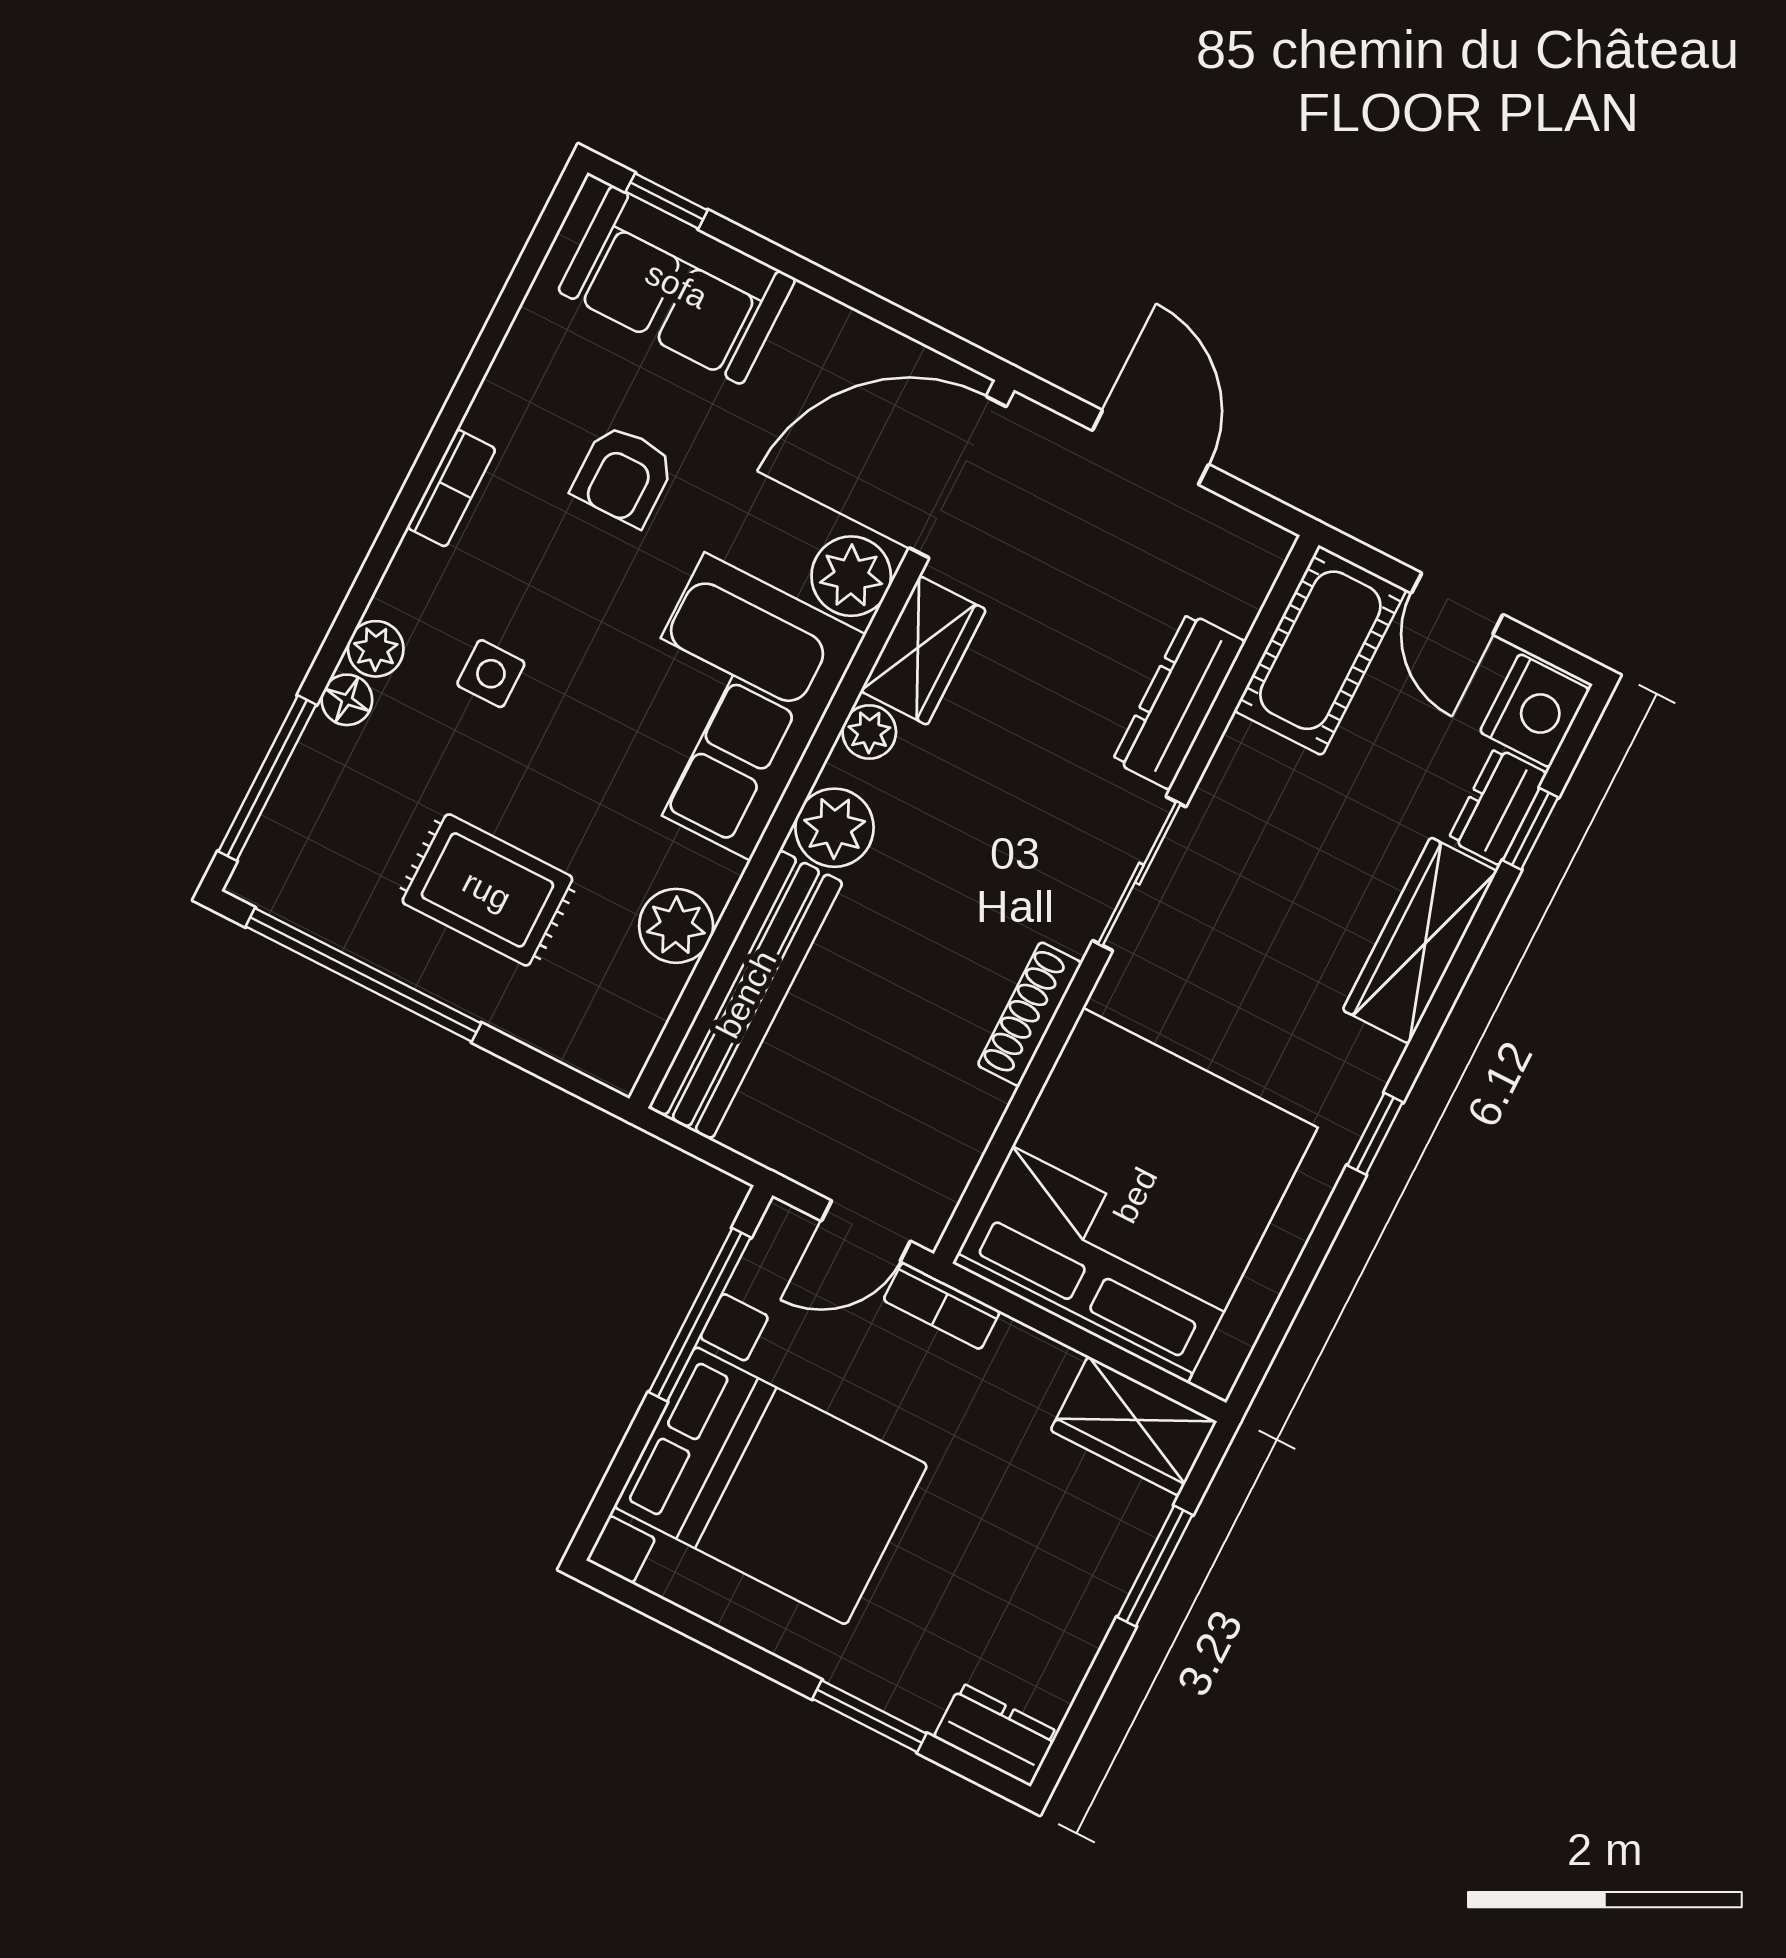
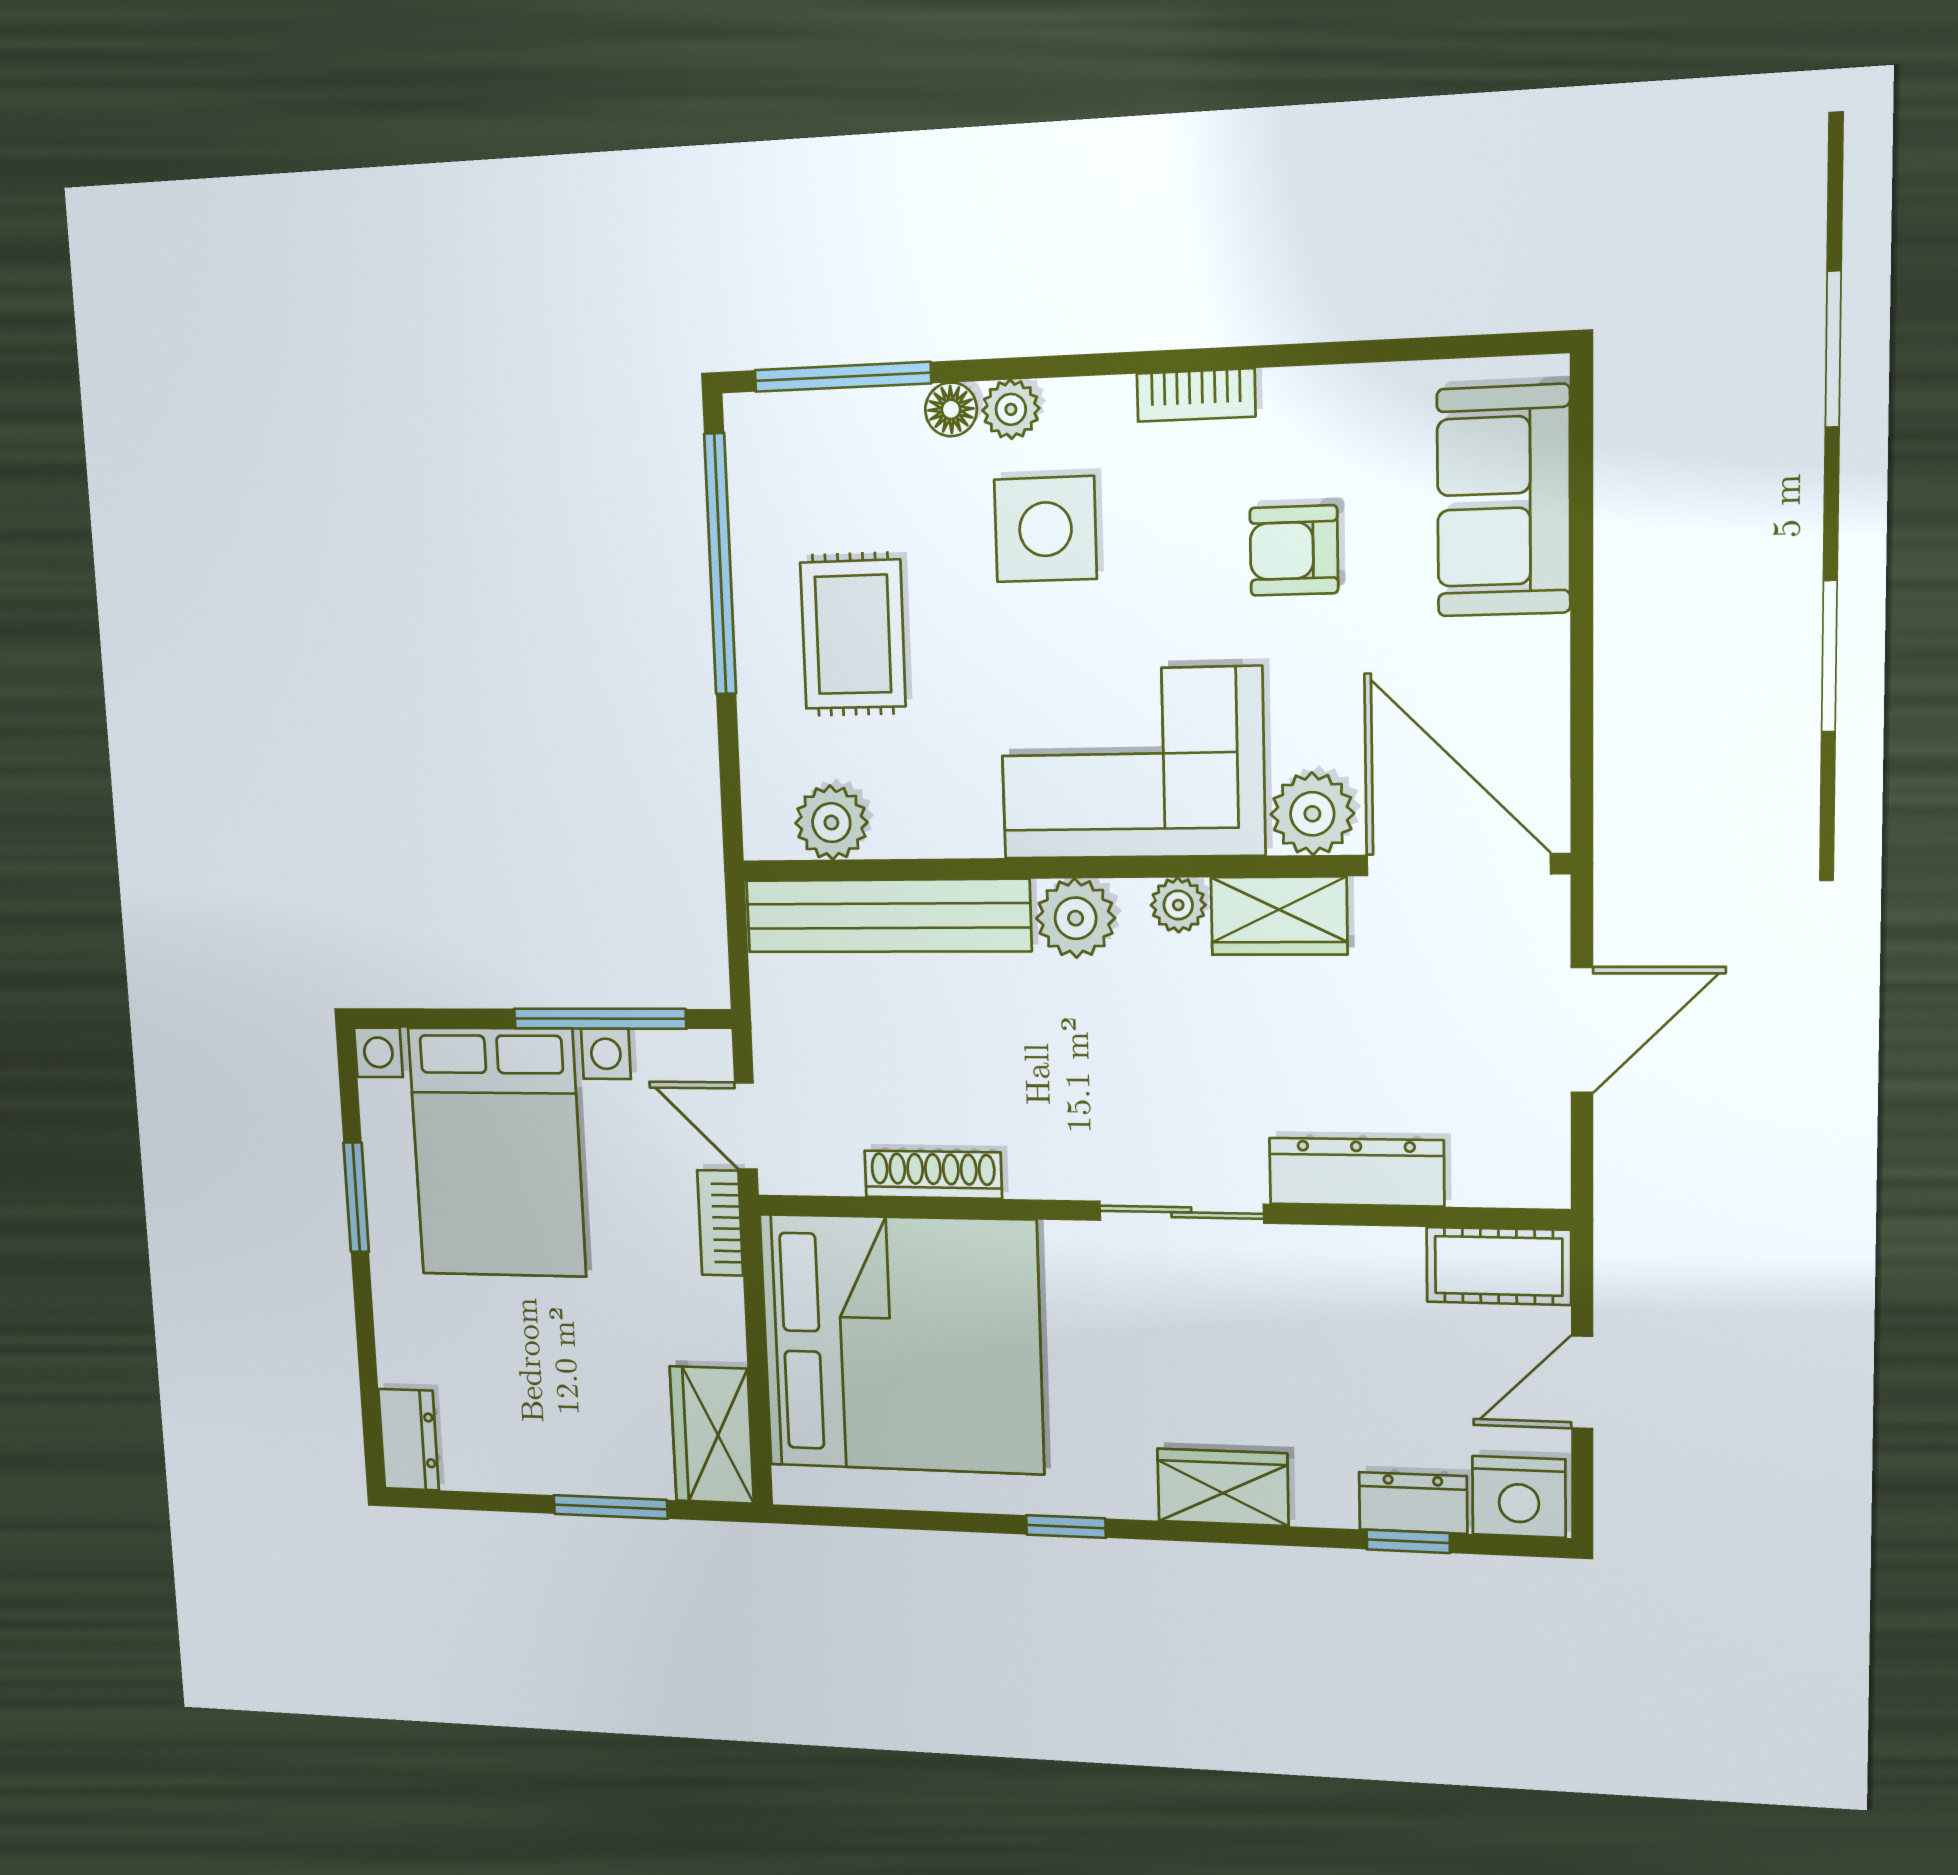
window: (667, 201) -> (1582, 446), removed
cot: (1320, 650) -> (1499, 1266), width x0.73, depth x0.75
side table: (491, 674) -> (1045, 529), width x1.87, depth x1.87
plant: (676, 926) -> (831, 823), moved
wardrobe: (1420, 941) -> (1223, 1487), width x0.67
shoe rack: (1030, 1014) -> (933, 1175), moved
window: (869, 1716) -> (356, 1197), moved

